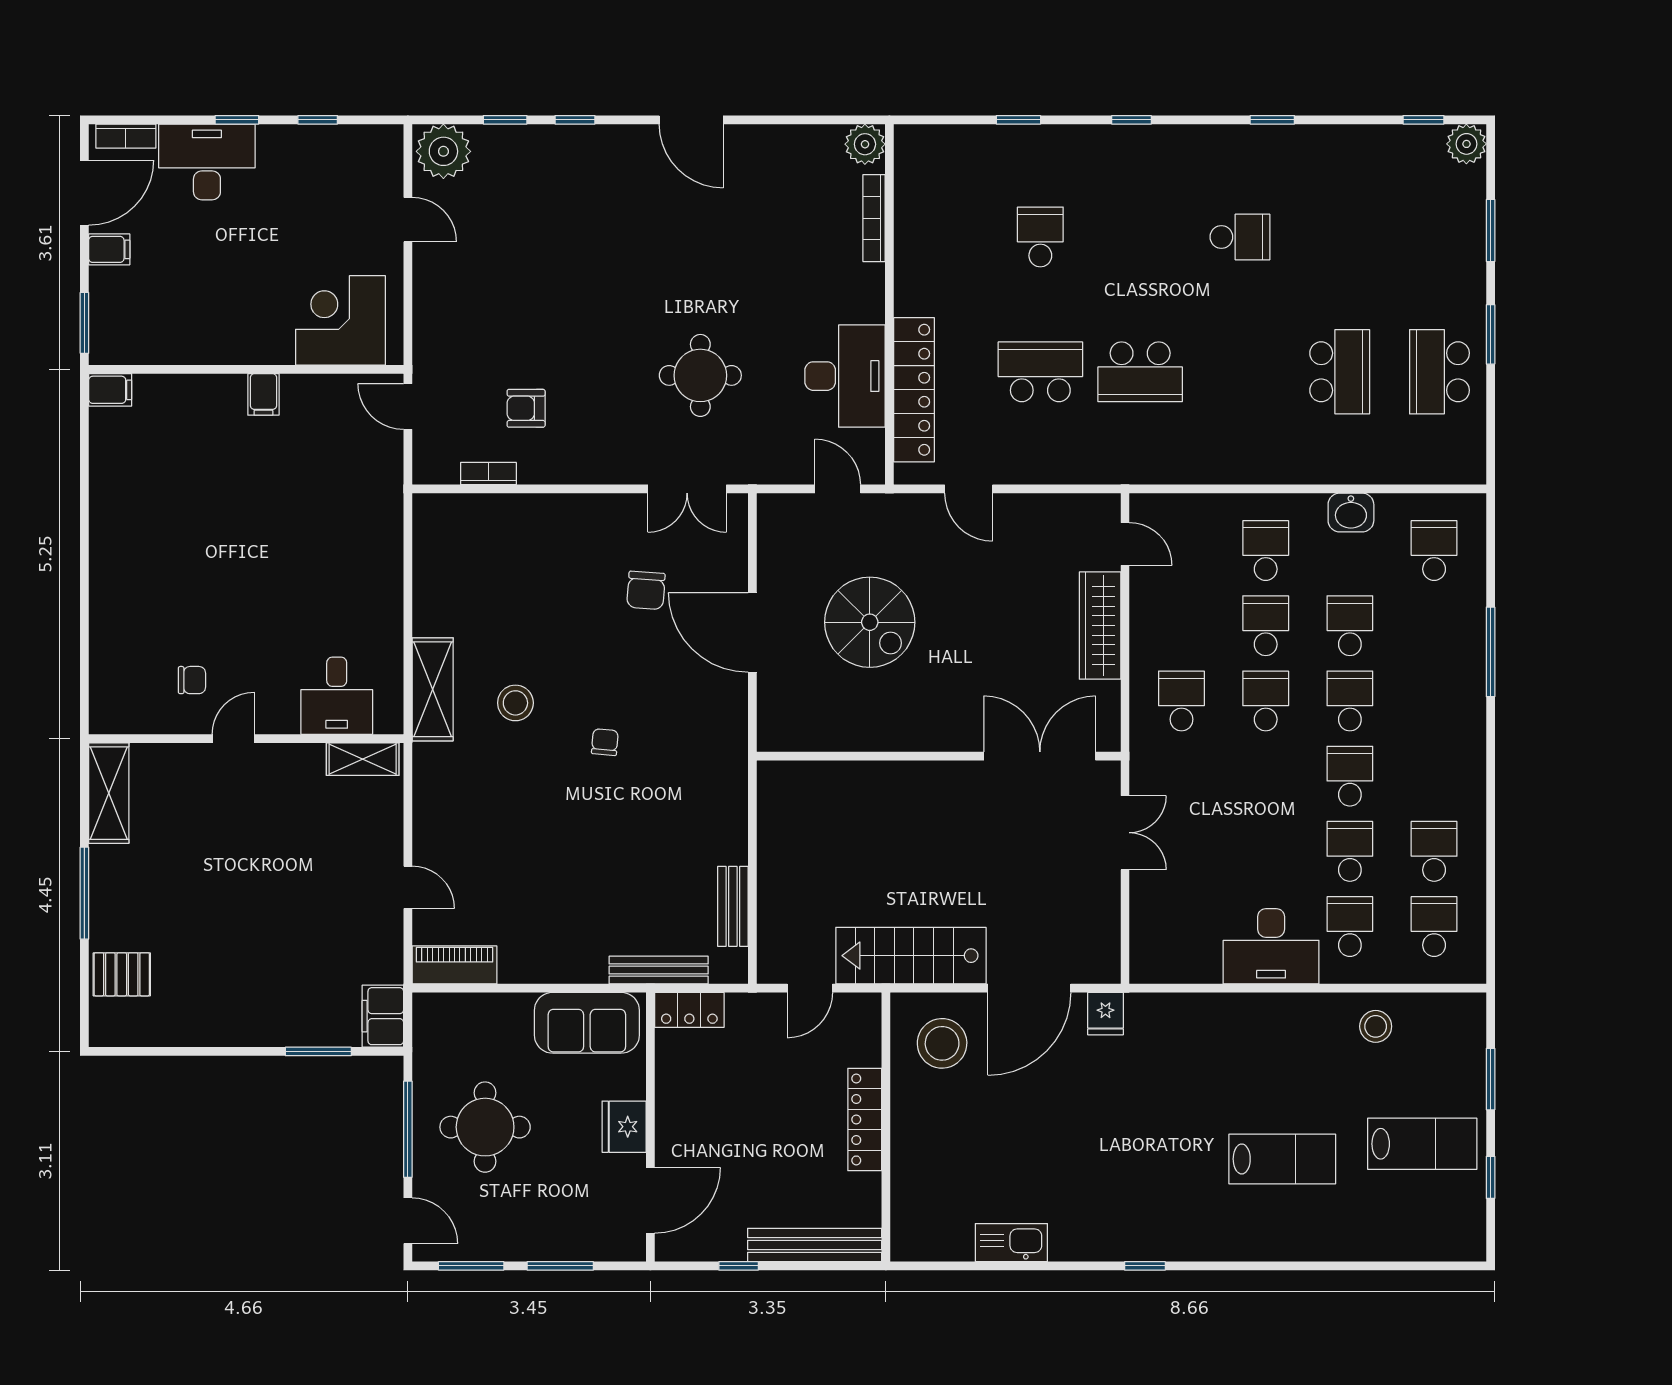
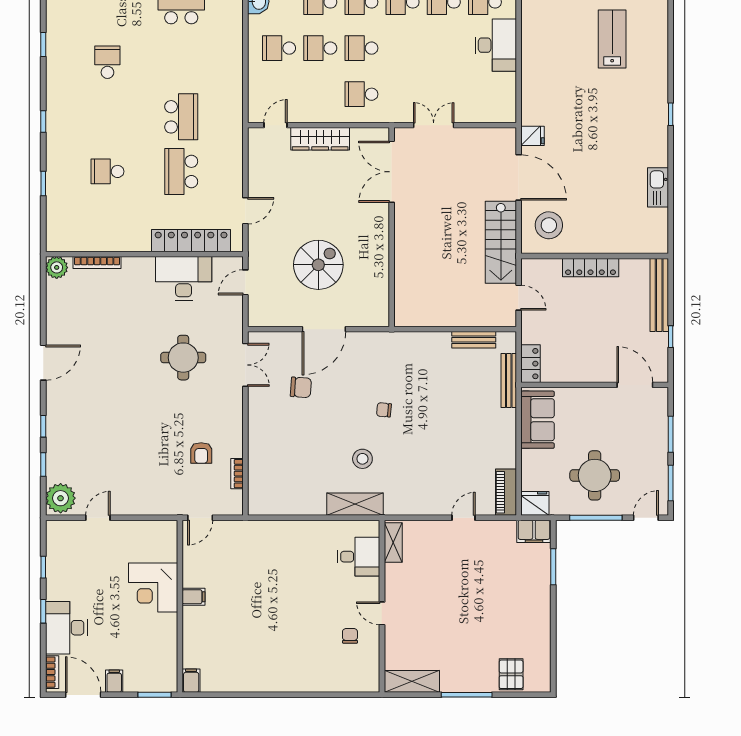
corner desk: (340, 320) -> (153, 588), moved
fridge: (624, 1127) -> (535, 503), moved, turned 180

